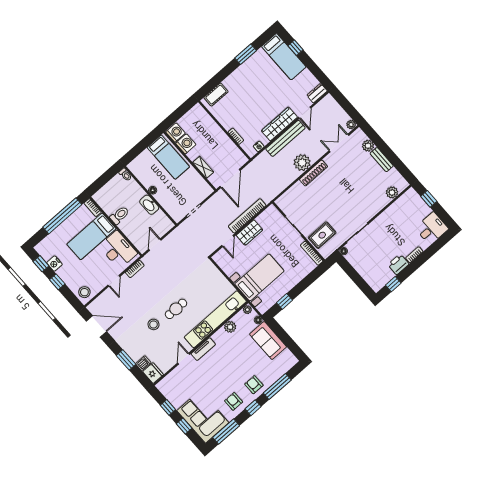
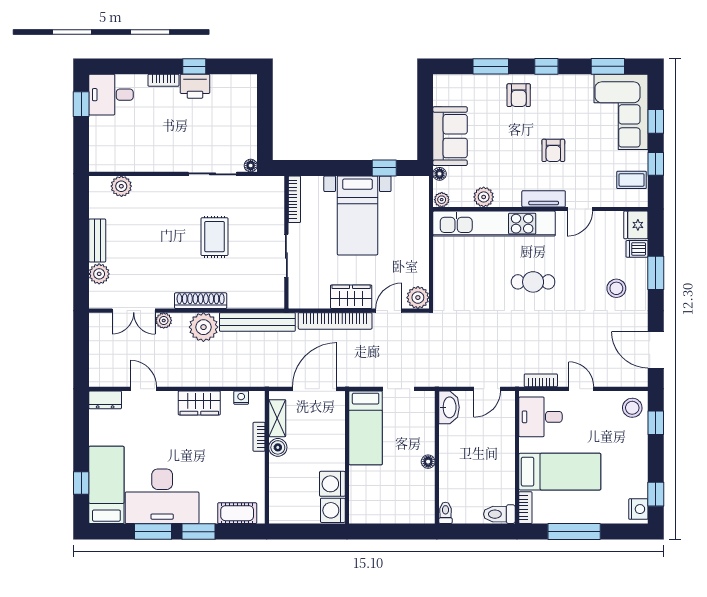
window: (226, 72) -> (199, 532), added
desk: (255, 73) -> (162, 496), added
door: (305, 113) -> (143, 389), hinge flipped
wardrobe: (279, 124) -> (199, 403), width x0.67
plant: (351, 125) -> (164, 321), moved
bench: (285, 138) -> (257, 322), moved
boiler: (224, 139) -> (278, 447), added
bed: (168, 157) -> (366, 428), moved, turned 180
shelving: (203, 167) -> (277, 418), moved
window: (429, 199) -> (81, 104), moved
washbasin: (149, 205) -> (449, 407), moved
toilet: (119, 215) -> (499, 514), moved
window: (62, 216) -> (574, 532), width x0.68
rug: (322, 235) -> (214, 237), moved, turned 90
desk: (118, 250) -> (540, 417), width x0.73
plant: (220, 258) -> (418, 298), added
nightstand: (54, 264) -> (638, 509), moved
bed with nightstands: (259, 277) -> (357, 215), moved, turned -90
door: (114, 281) -> (581, 389), hinge flipped
window: (57, 282) -> (656, 423), moved
window: (393, 284) -> (194, 66), moved
stool: (154, 324) -> (616, 288), moved
window: (277, 386) -> (491, 66), width x0.69
coffee table: (172, 391) -> (632, 180), added
armchair: (234, 401) -> (553, 150), moved
window: (226, 432) -> (608, 66), width x0.69

